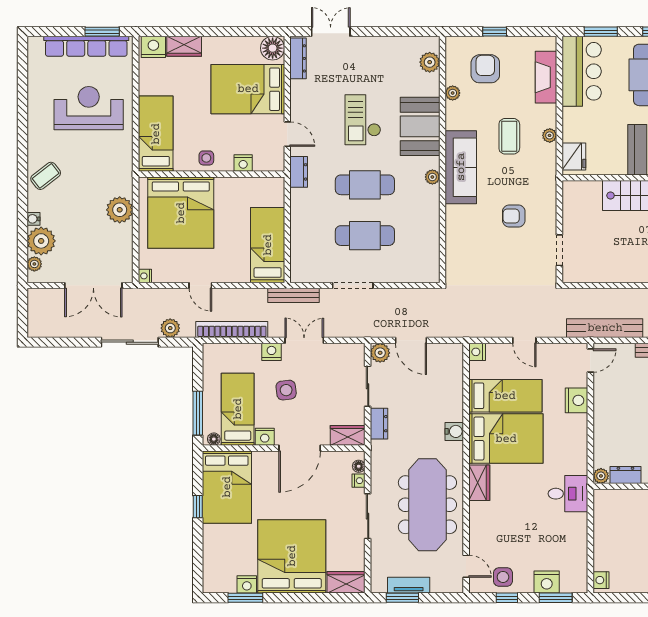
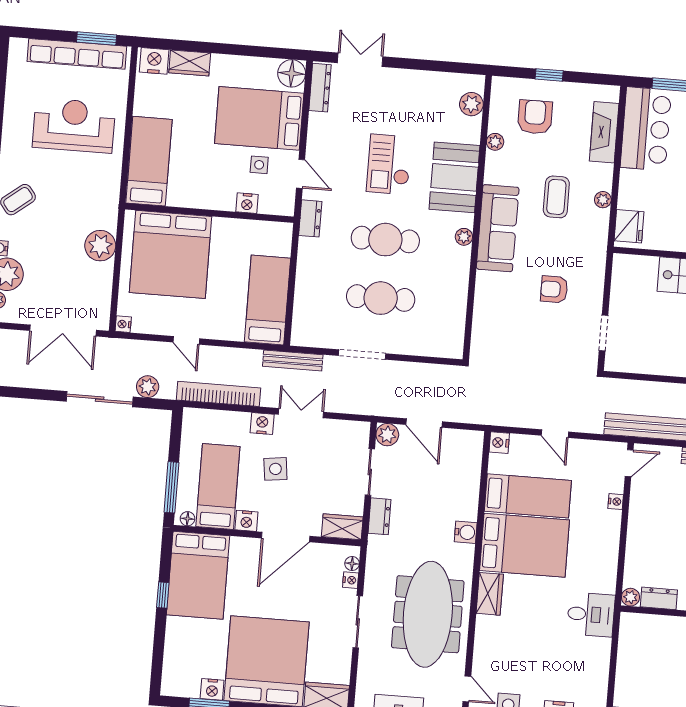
side table: (206, 158) -> (259, 165), moved
nightstand: (577, 400) -> (616, 502), width x0.53, depth x0.56

